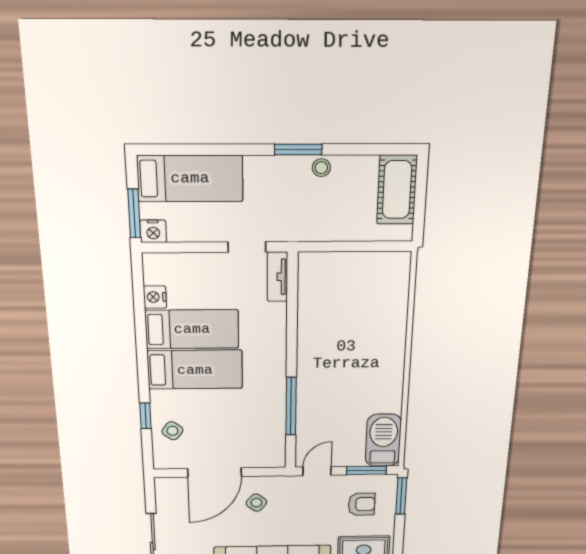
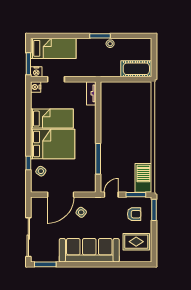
cot: (397, 190) -> (136, 69), moved, turned 90
doorway: (247, 247) -> (56, 79), moved
nightstand: (155, 297) -> (36, 87), moved
bed: (195, 370) -> (53, 144), width x1.50

